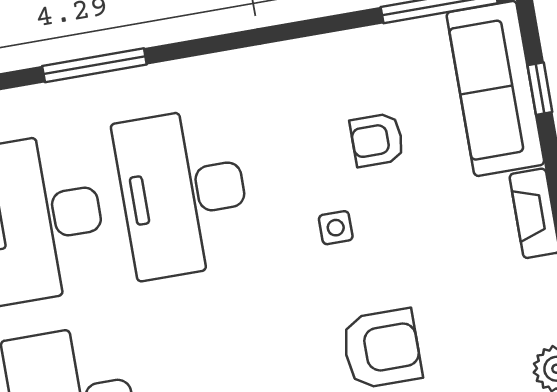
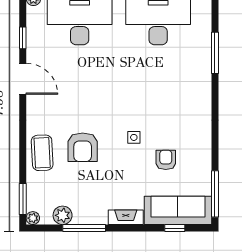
desk: (183, 193) -> (158, 79), removed

